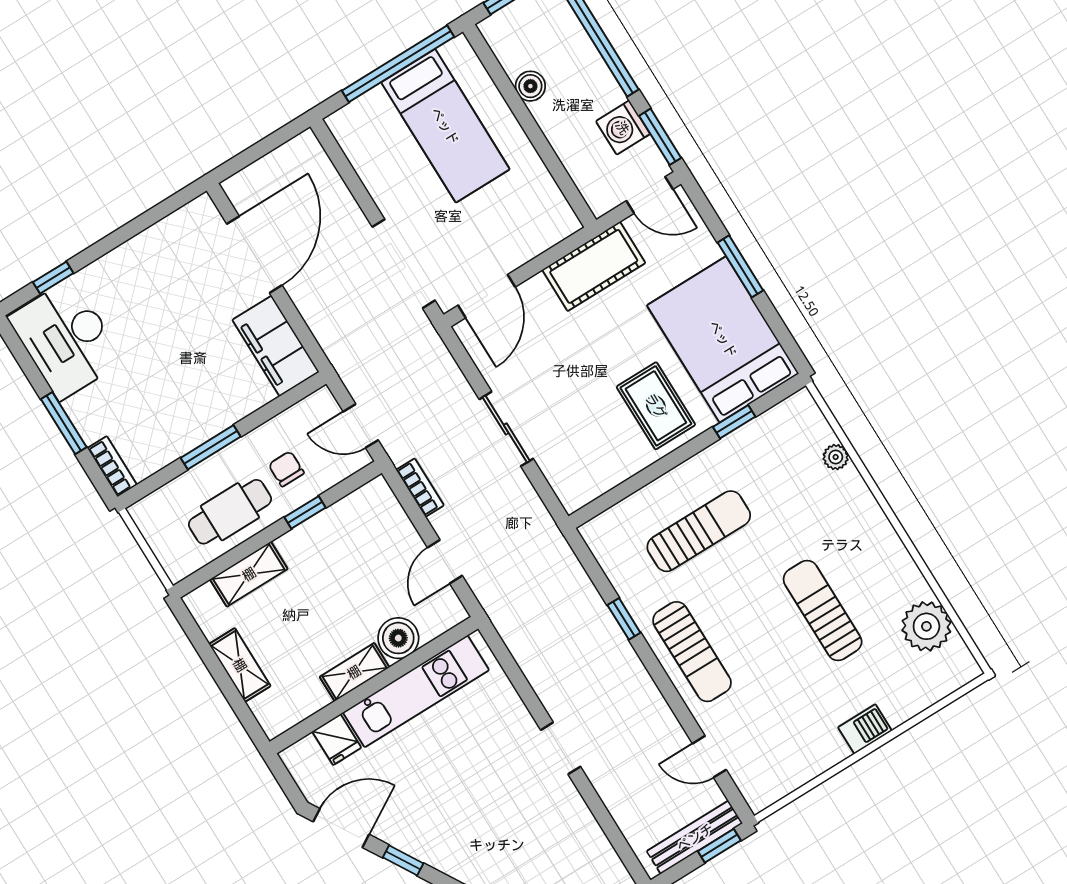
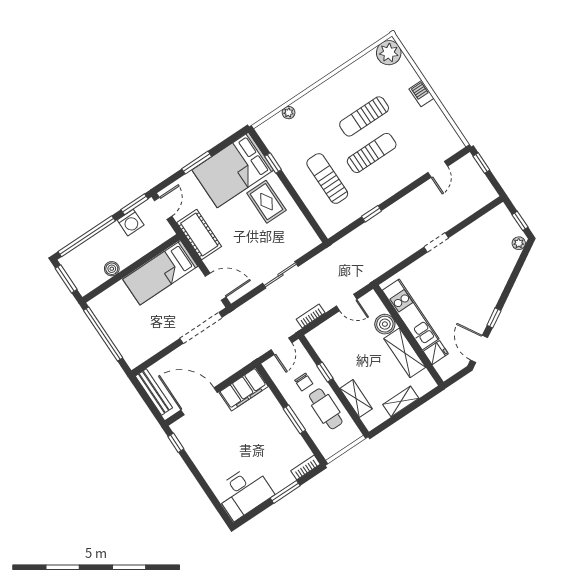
bed: (445, 126) -> (160, 273), moved, turned 180
window: (53, 278) -> (176, 443), moved
rug: (656, 406) -> (266, 202), turned 90
chair: (286, 469) -> (304, 382), turned -90
plant: (926, 626) -> (389, 53), moved
sun lounger: (692, 652) -> (372, 153), moved
shelving: (354, 672) -> (405, 353), width x1.50, depth x1.33
bench: (695, 837) -> (154, 392), moved

